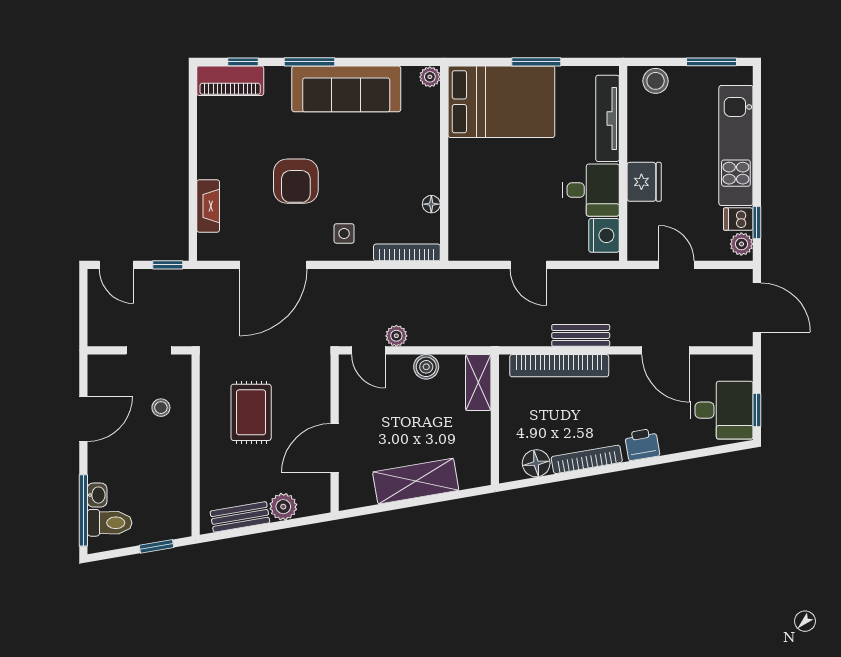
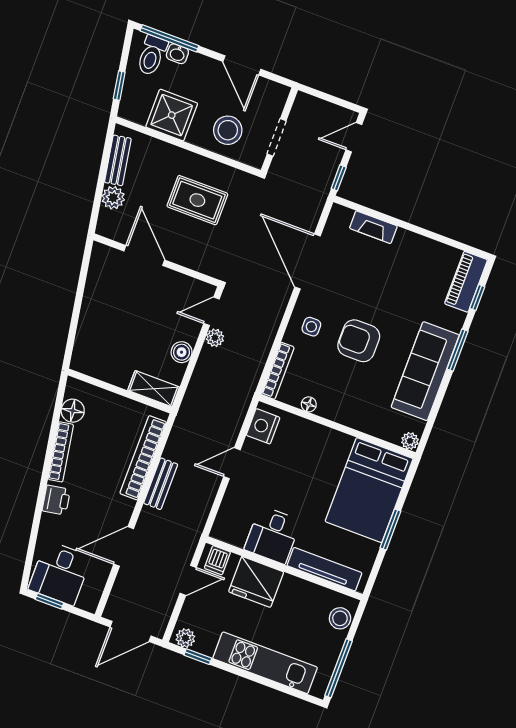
window: (711, 62) -> (339, 668), width x1.44
armchair: (296, 181) -> (359, 341), moved
fridge: (644, 182) -> (256, 582), width x1.36, depth x1.34
dishwasher: (738, 219) -> (217, 560), moved, turned 180
nightstand: (604, 235) -> (263, 426), moved, turned 90
stool: (161, 408) -> (228, 130), width x1.89, depth x1.89
shower: (167, 476) -> (172, 115), added
shelving: (416, 481) -> (94, 310), removed

